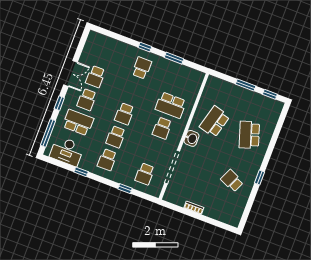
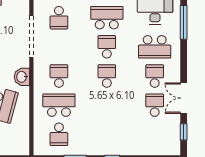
school desk: (142, 68) -> (59, 134), moved
window: (59, 103) -> (184, 132), moved
school desk: (107, 160) -> (107, 18), width x1.85
school desk: (145, 174) -> (59, 18), turned 180

